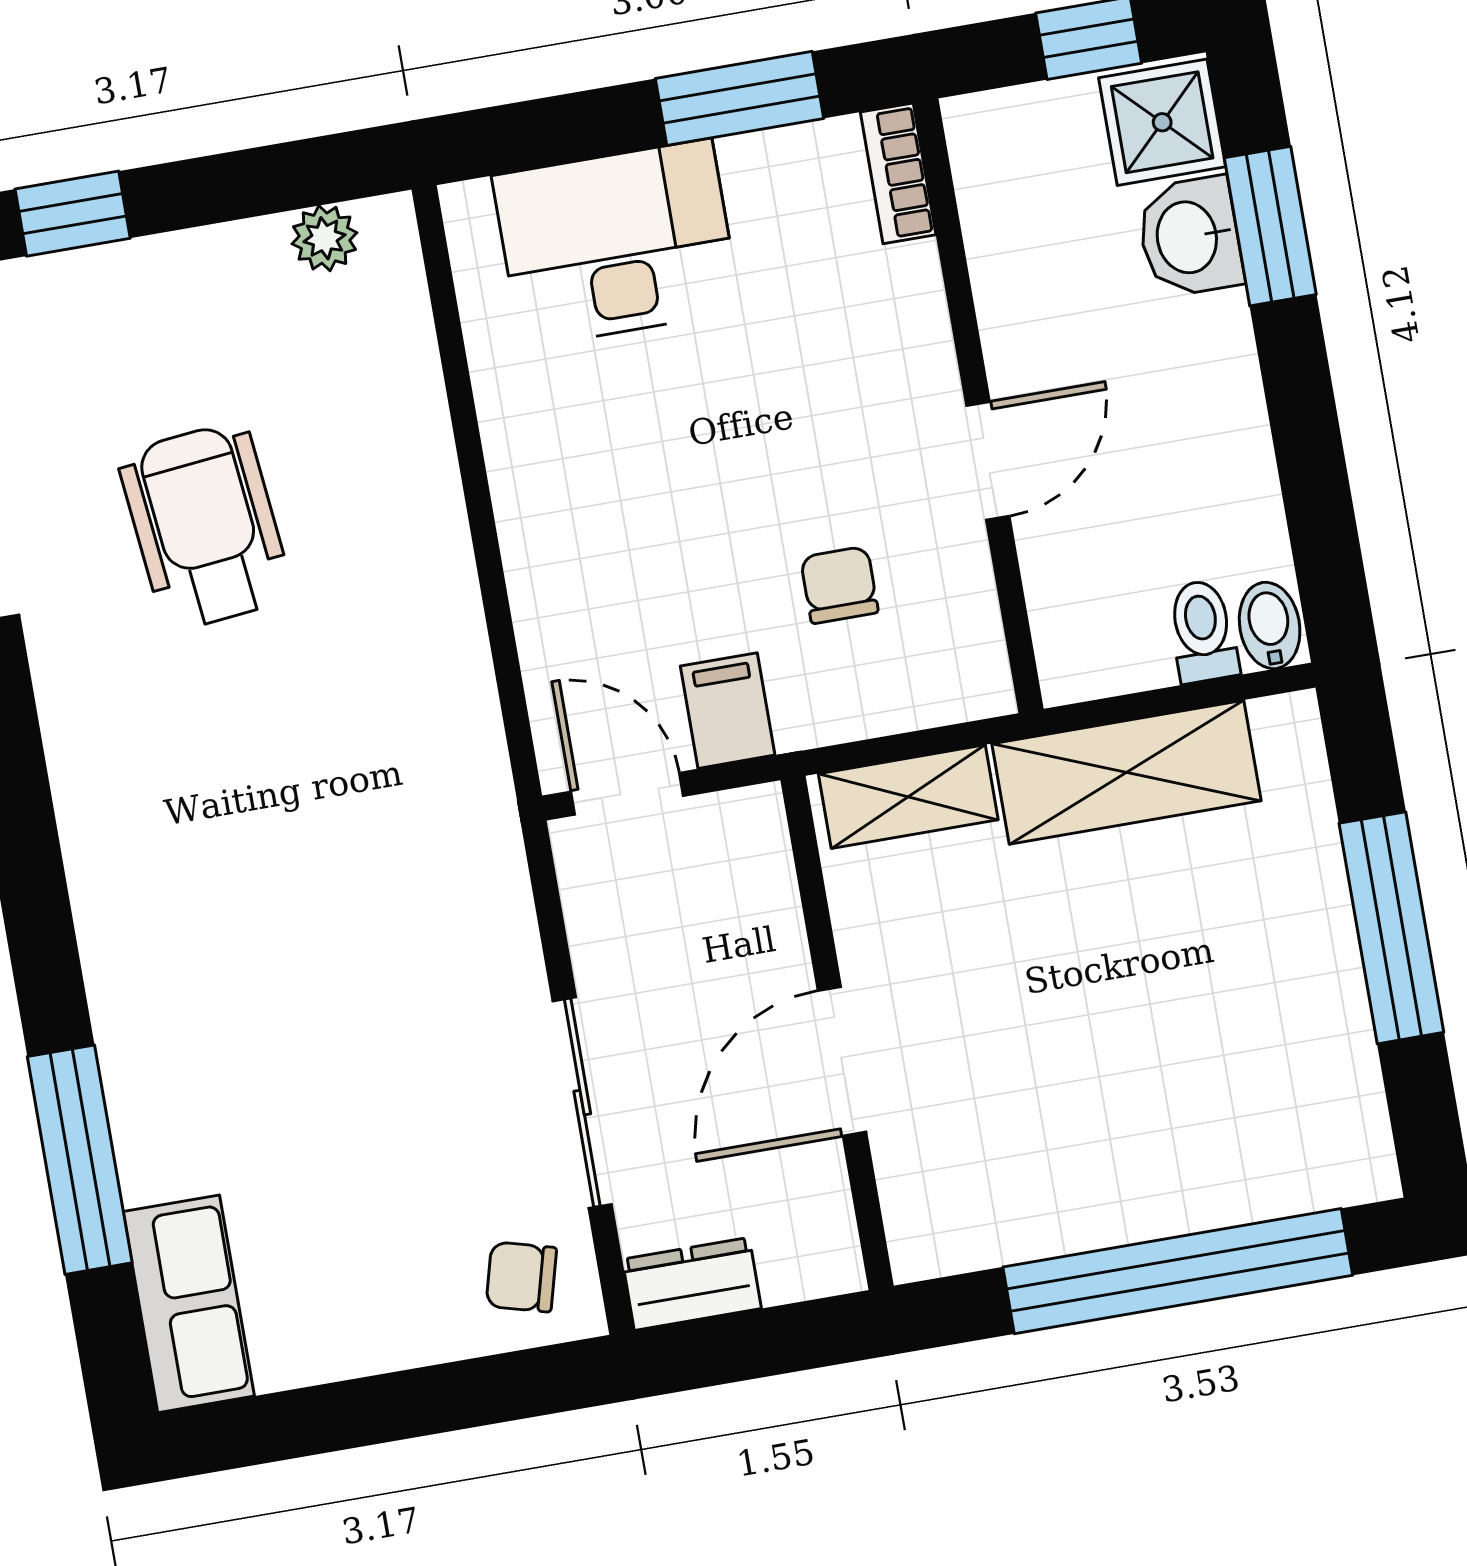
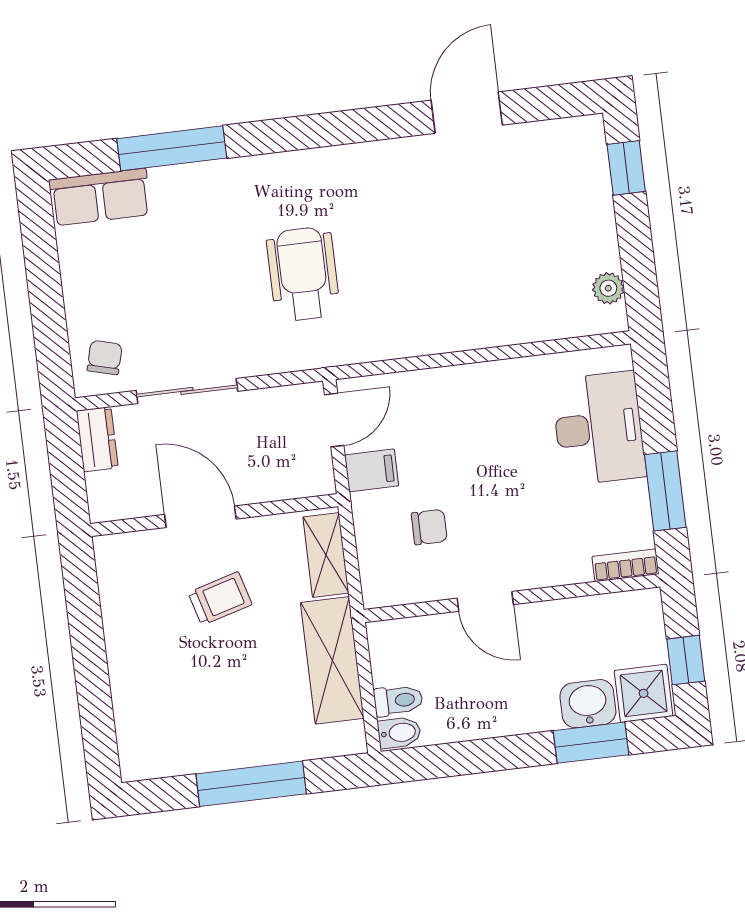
wheelchair: (205, 526) -> (303, 274), moved, turned -84
trolley: (1010, 1012) -> (220, 599), added
window: (1178, 1271) -> (91, 673), removed

